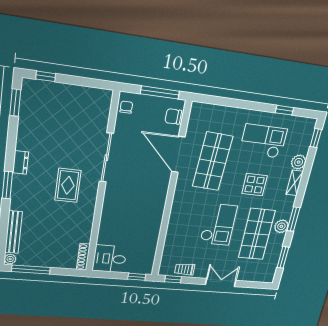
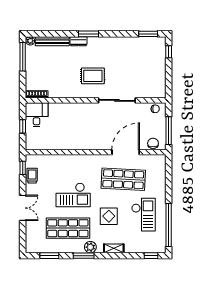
window: (284, 110) -> (169, 225), width x3.17
dresser: (21, 162) -> (78, 41), moved
plant: (299, 162) -> (131, 247), removed
plant: (281, 226) -> (90, 247), moved
window: (137, 277) -> (23, 126), moved

